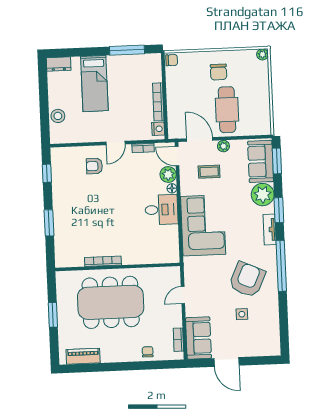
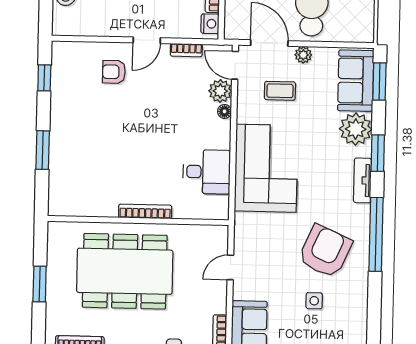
desk: (161, 210) -> (207, 172), moved
bookcase: (103, 261) -> (145, 211), moved

